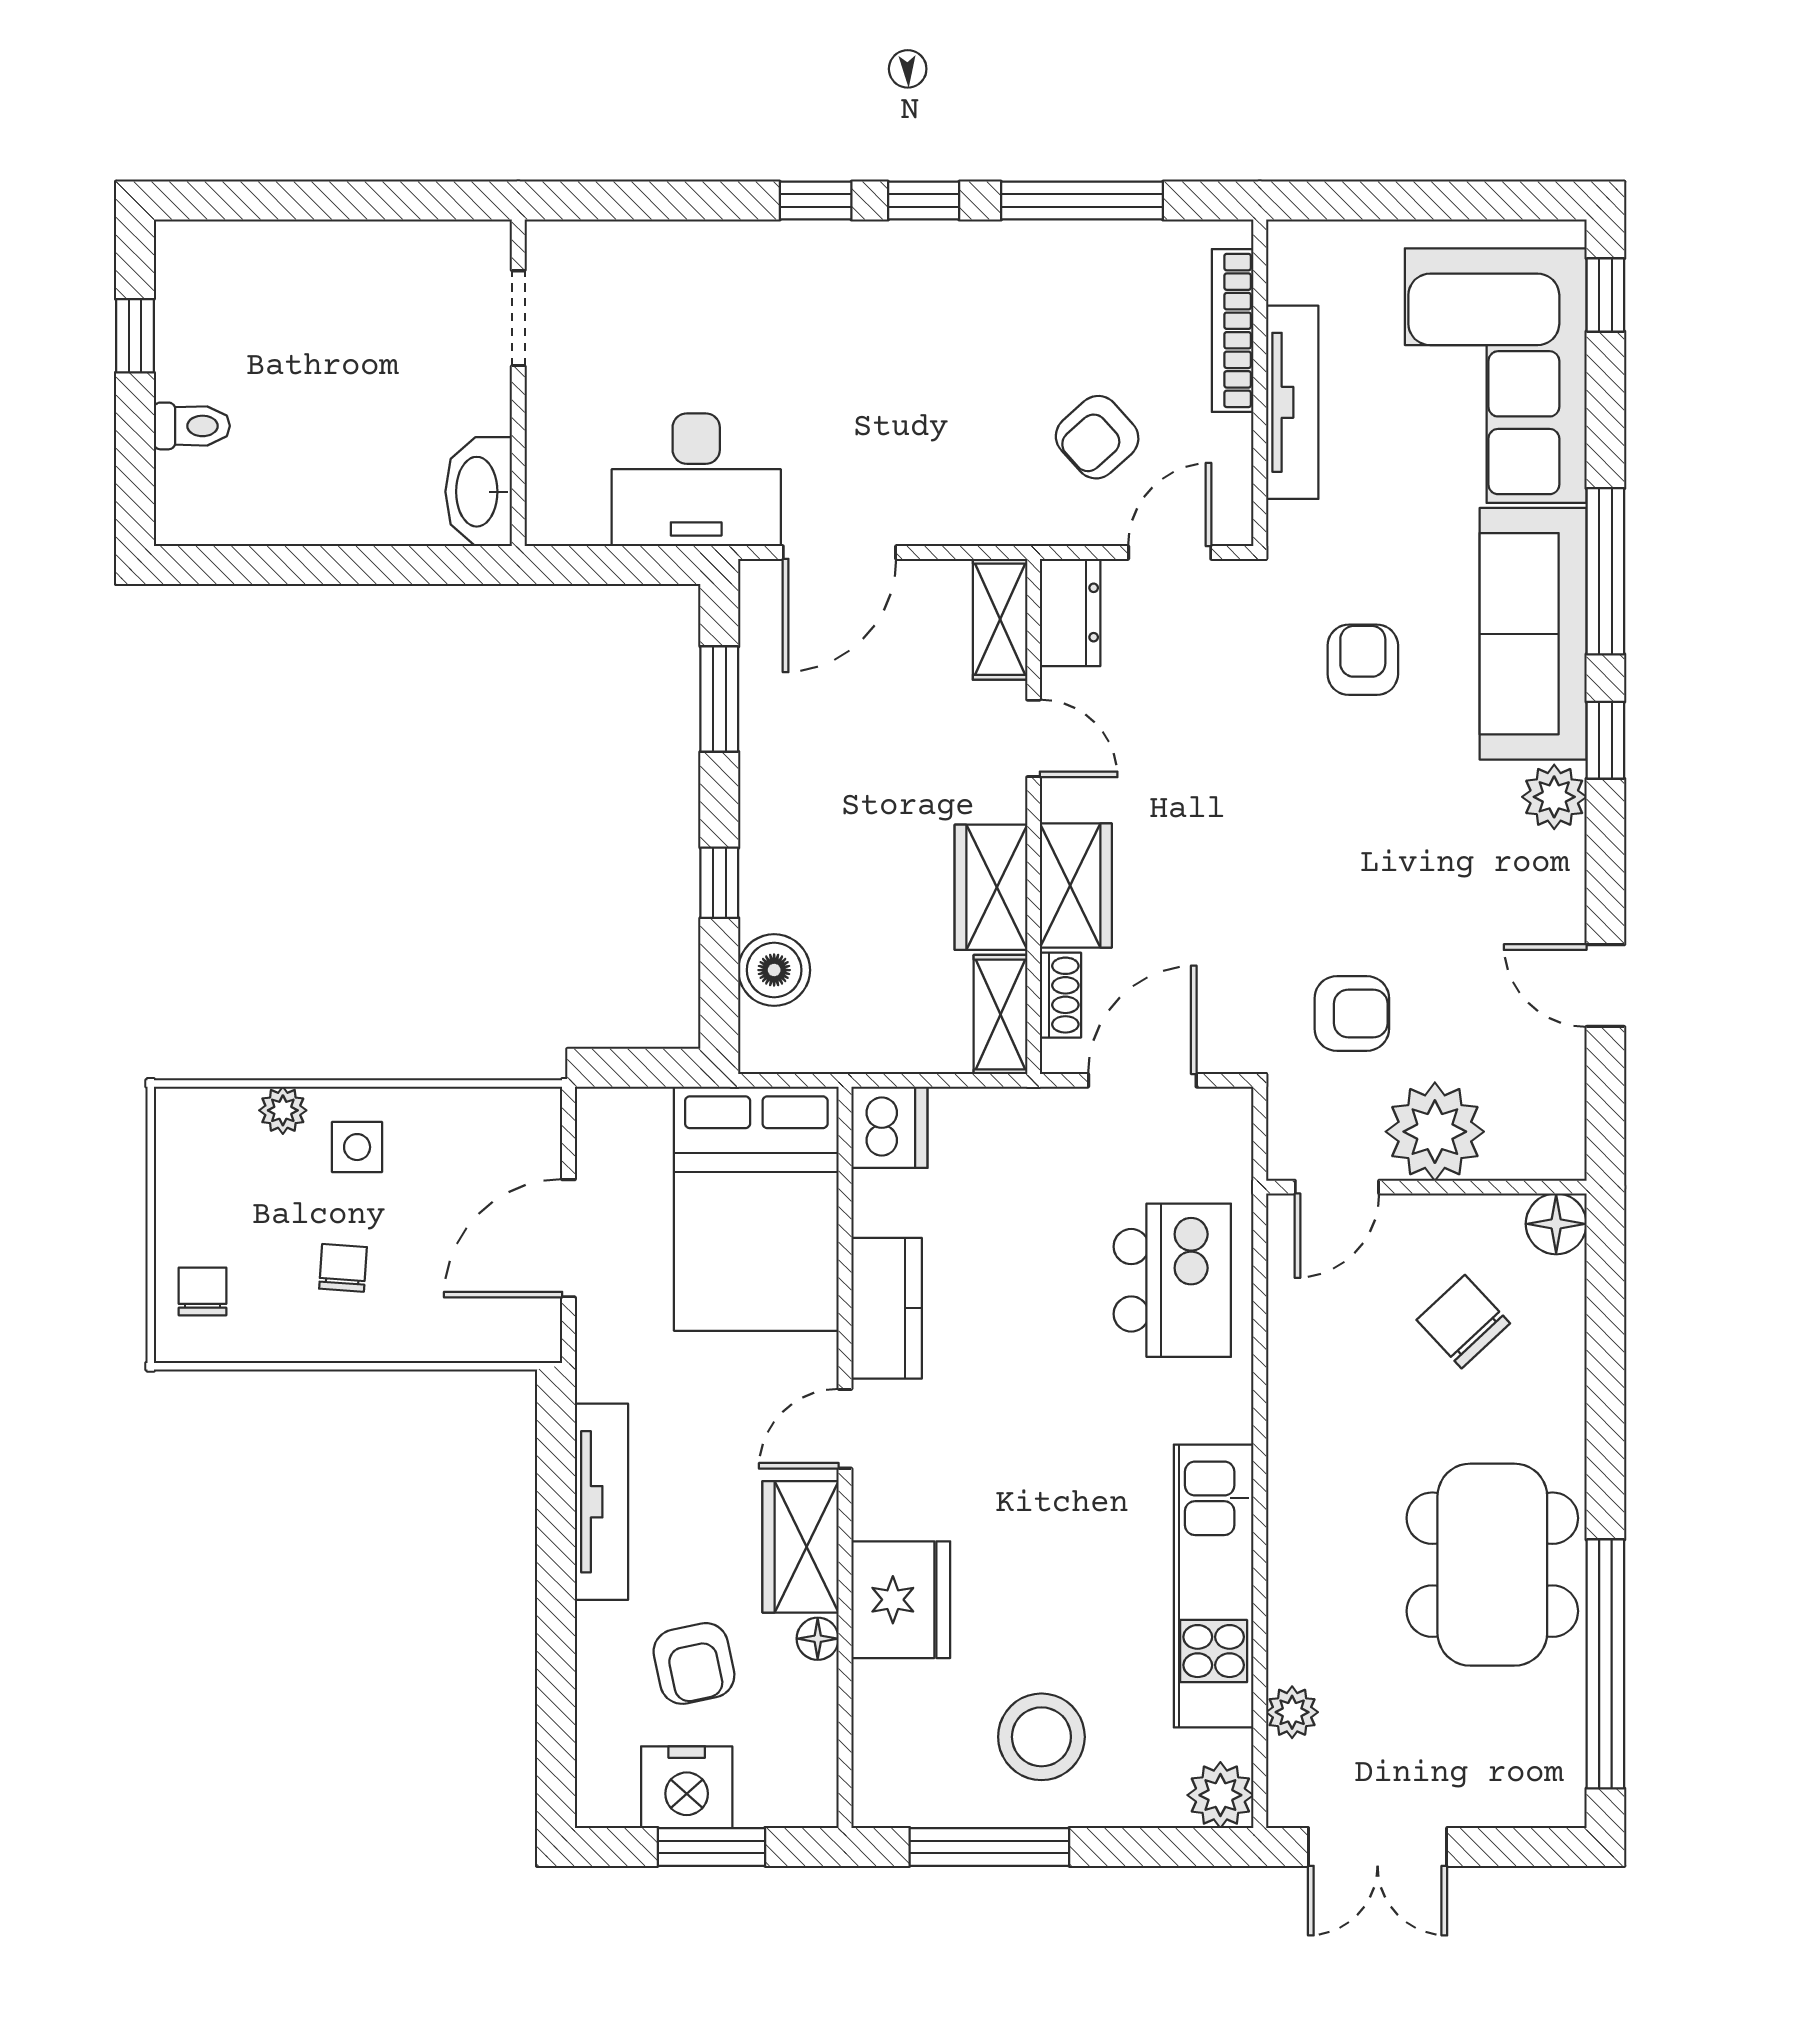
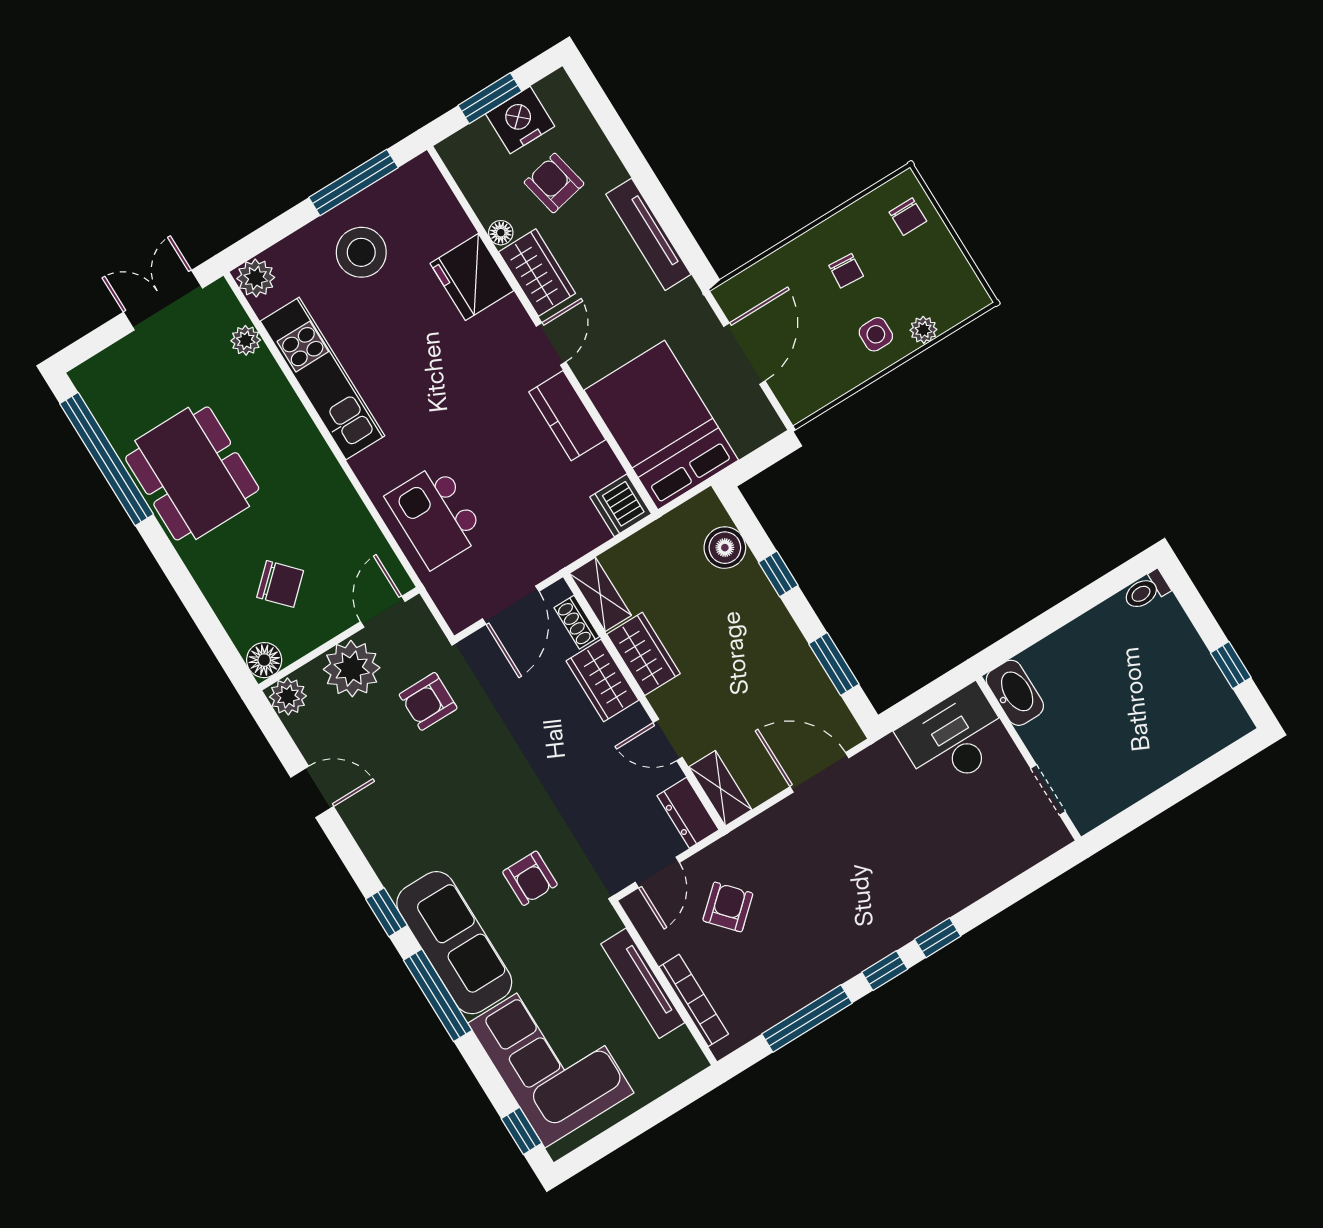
toilet: (192, 426) -> (1146, 591), moved
desk: (696, 480) -> (954, 738), moved
door: (839, 552) -> (819, 772), hinge flipped
plant: (1554, 797) -> (288, 696), moved

